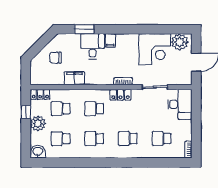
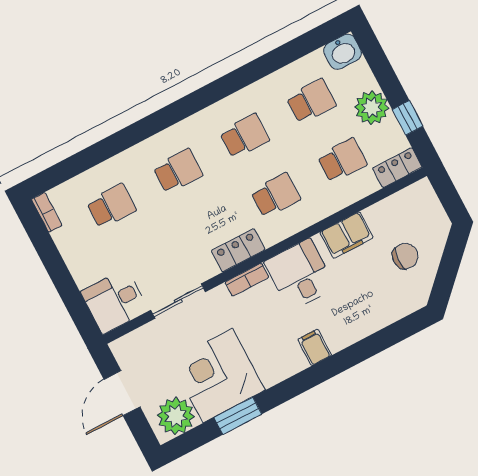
window: (84, 29) -> (238, 416), moved
desk: (93, 46) -> (300, 275), moved, turned 180
desk: (180, 104) -> (115, 301), width x0.73

